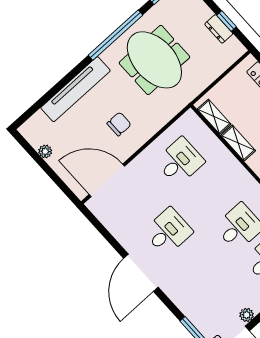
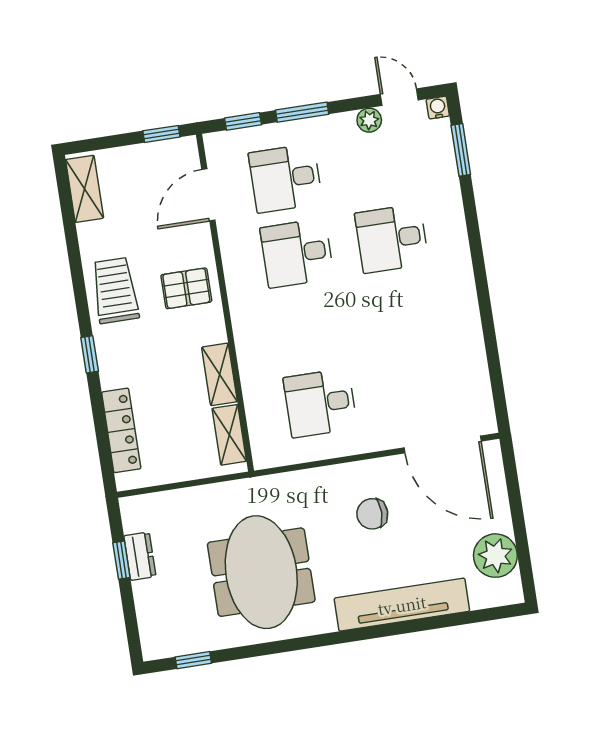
window: (115, 35) -> (294, 645), removed
plant: (45, 151) -> (495, 556), width x1.88, depth x1.88
desk: (168, 232) -> (392, 238), moved
door: (141, 273) -> (481, 280), removed

